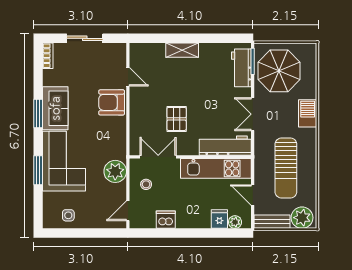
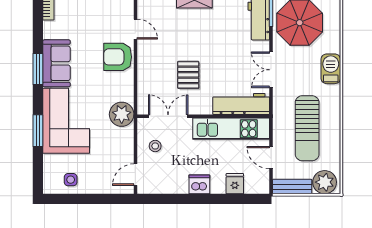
plant: (115, 171) -> (122, 114), moved
dishwasher: (166, 220) -> (199, 184), moved
plant: (235, 222) -> (252, 187), removed

